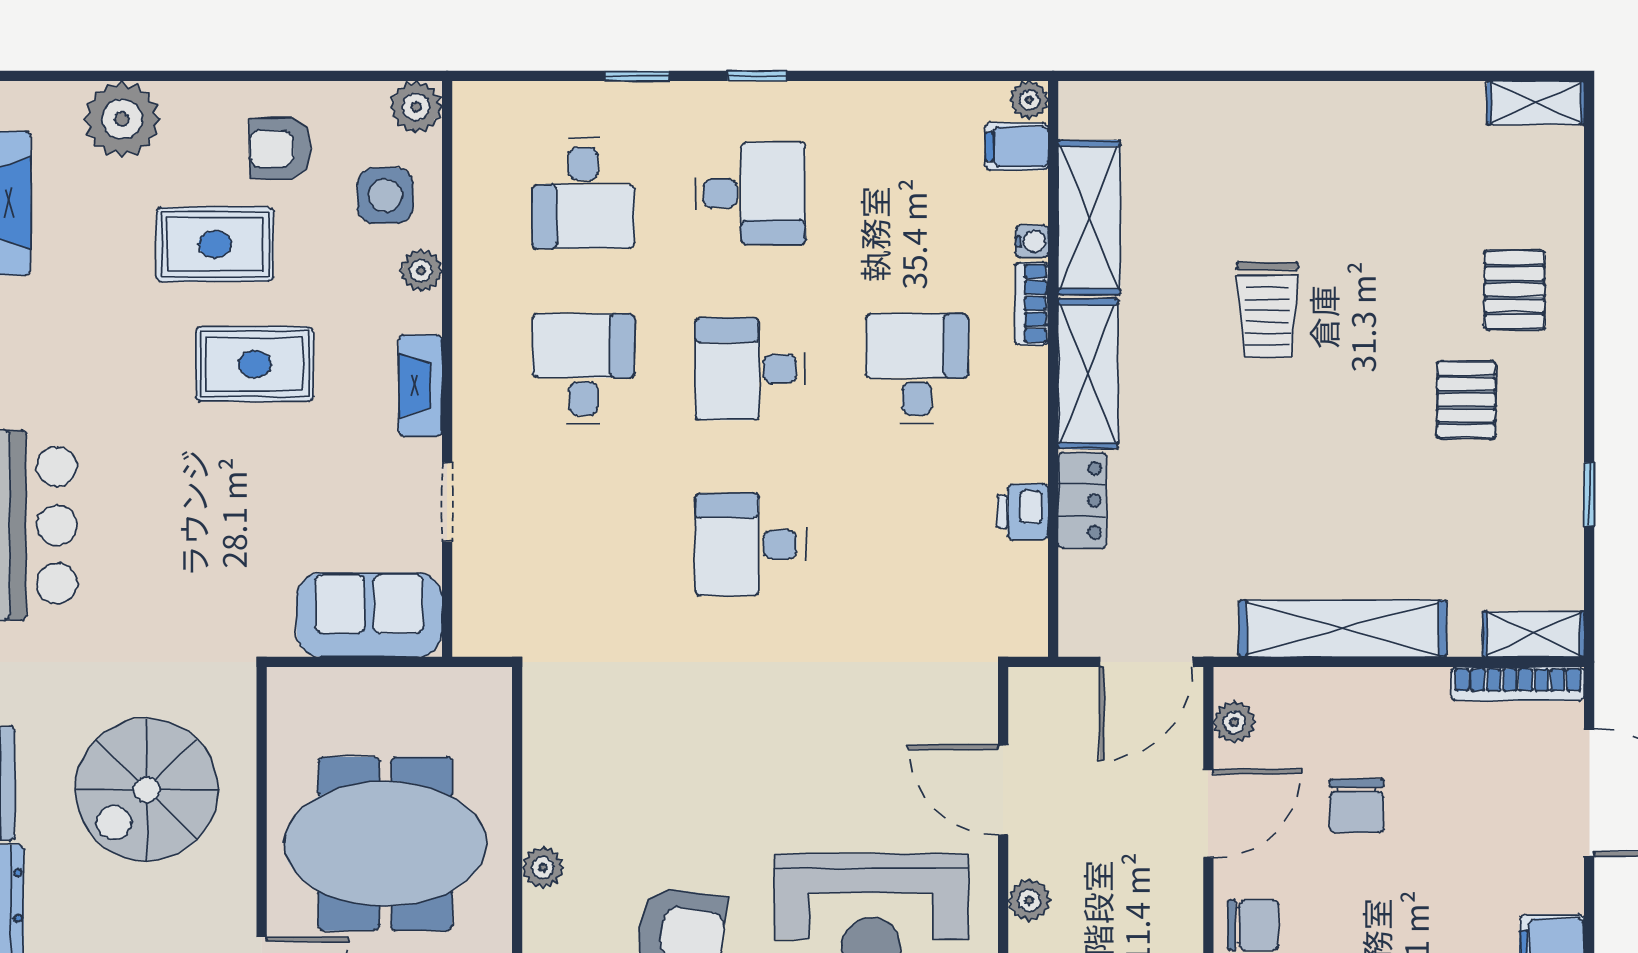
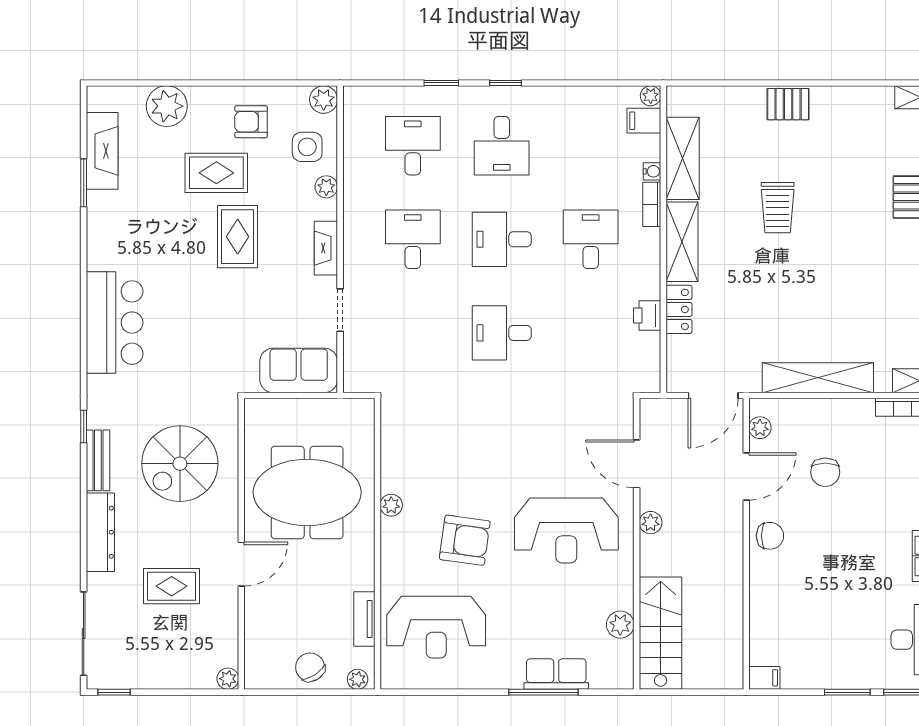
desk: (583, 193) -> (413, 146), turned 180
desk: (750, 193) -> (502, 146), turned 90
rug: (255, 364) -> (238, 237), turned 90
pallet: (1466, 400) -> (788, 104), moved, turned 90

